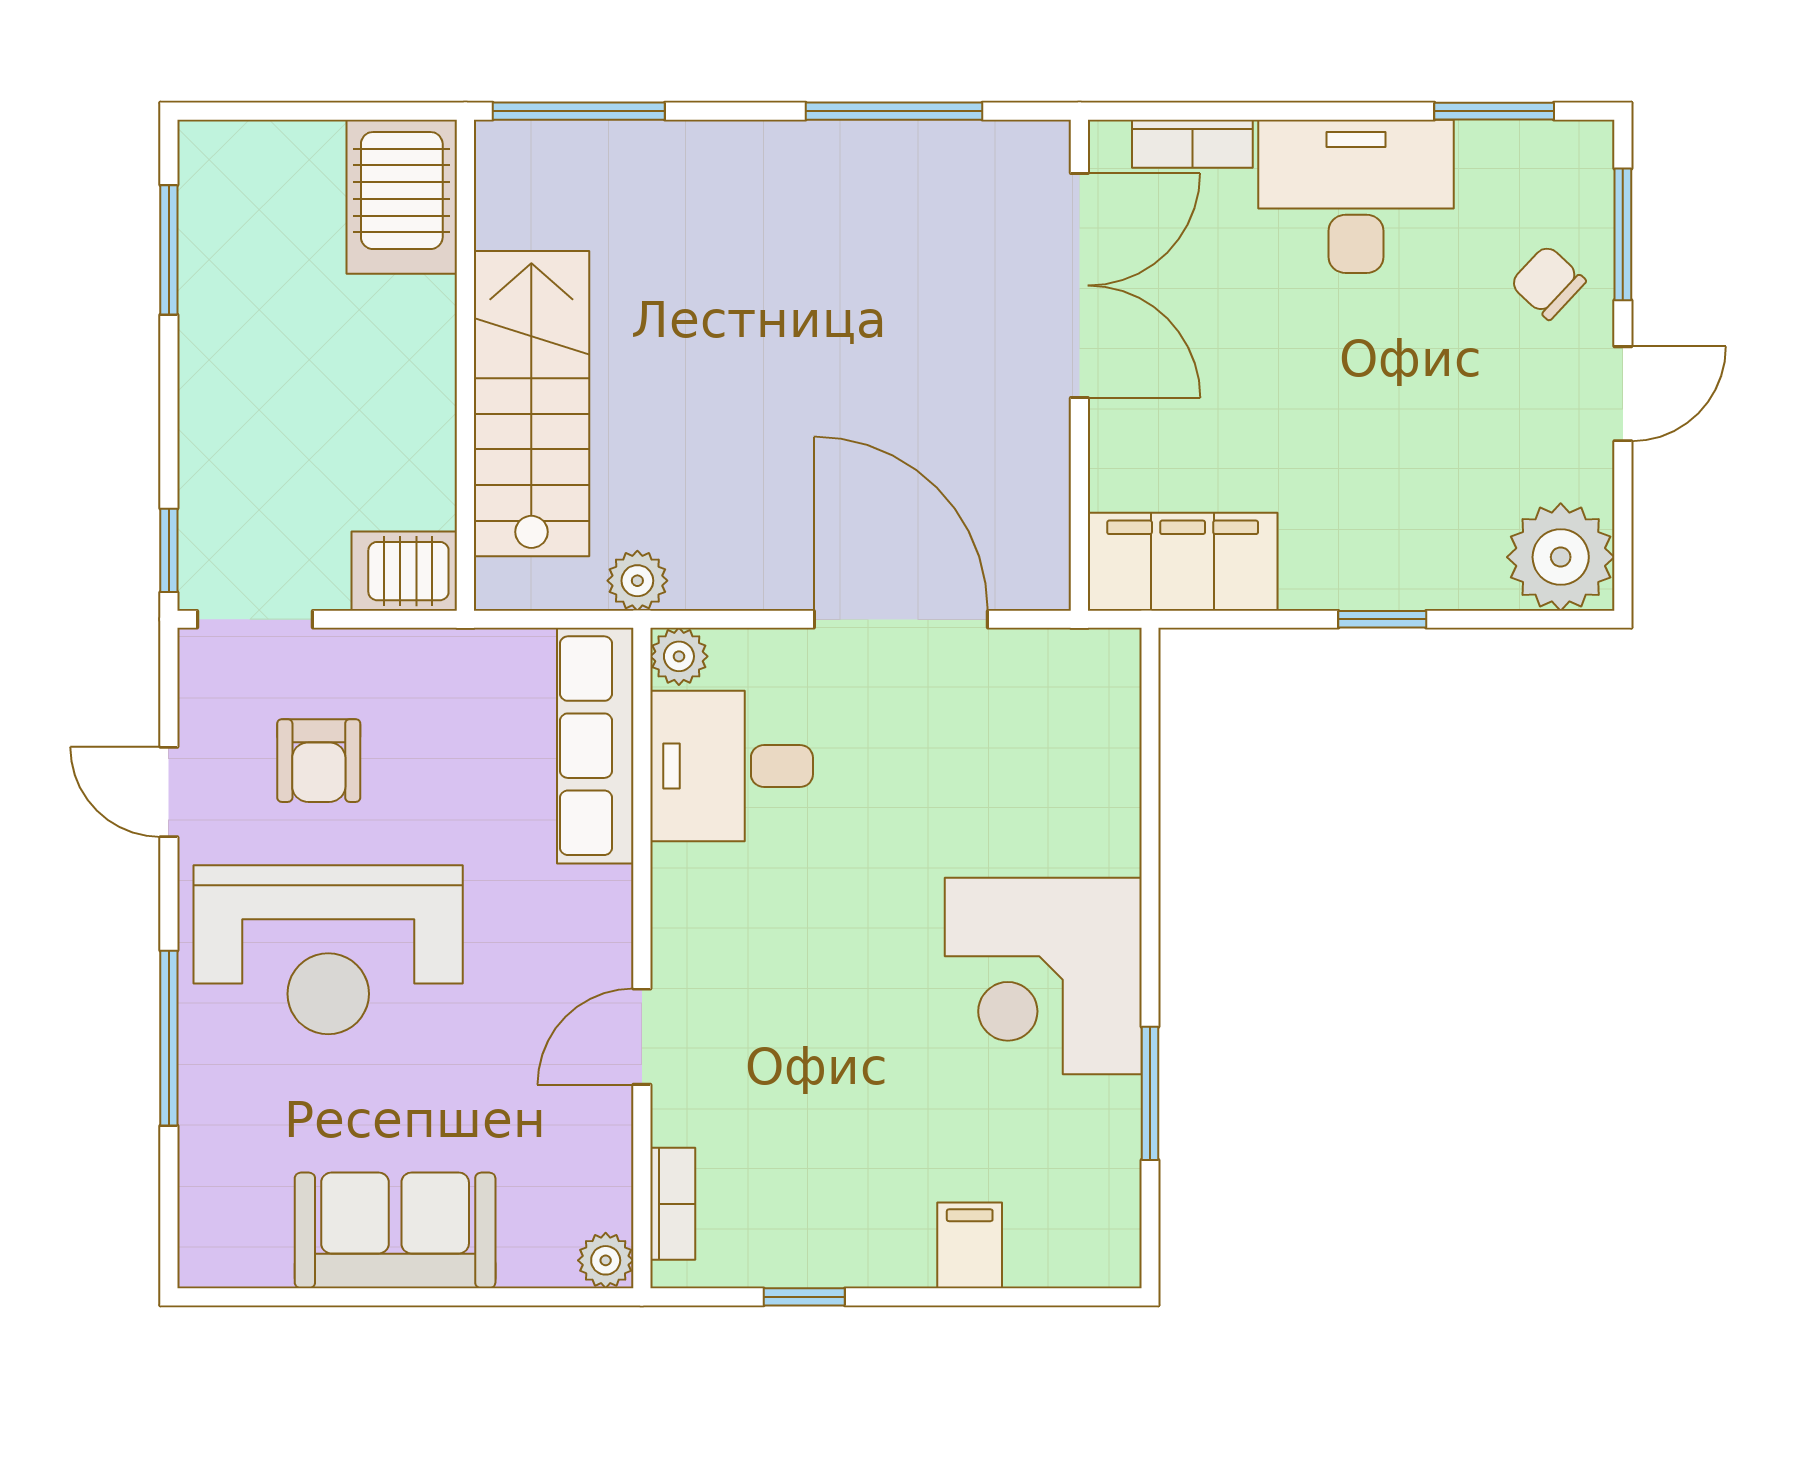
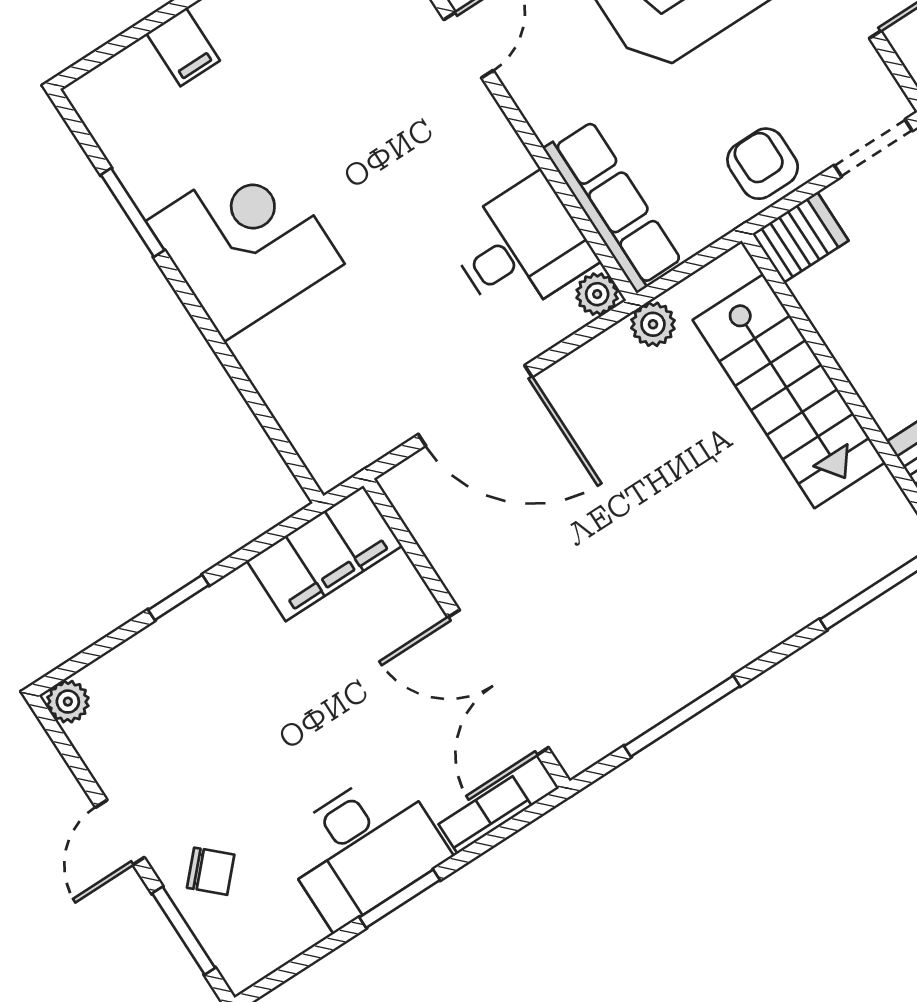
window: (1494, 111) -> (400, 899), moved
plant: (1561, 557) -> (68, 702), width x0.53, depth x0.53
armchair: (319, 761) -> (763, 164), moved

